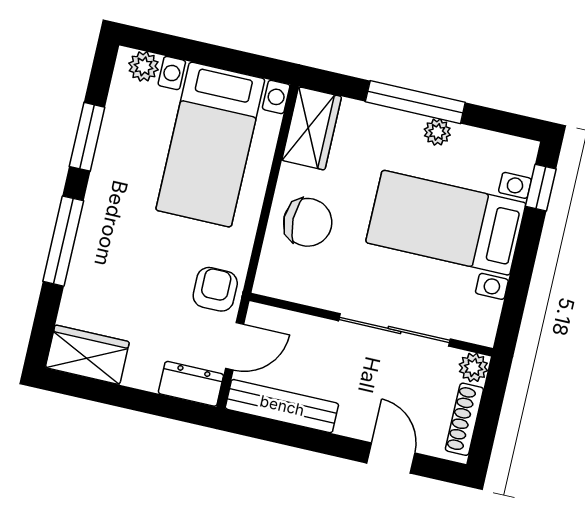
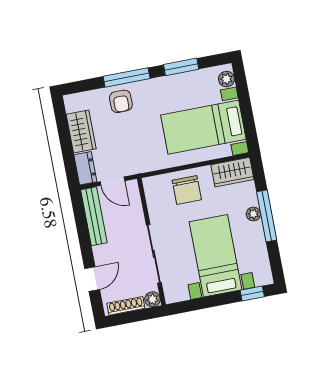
plant: (437, 132) -> (253, 214), moved
armchair: (215, 289) -> (121, 101), moved, turned 90
wardrobe: (87, 355) -> (81, 131), moved

